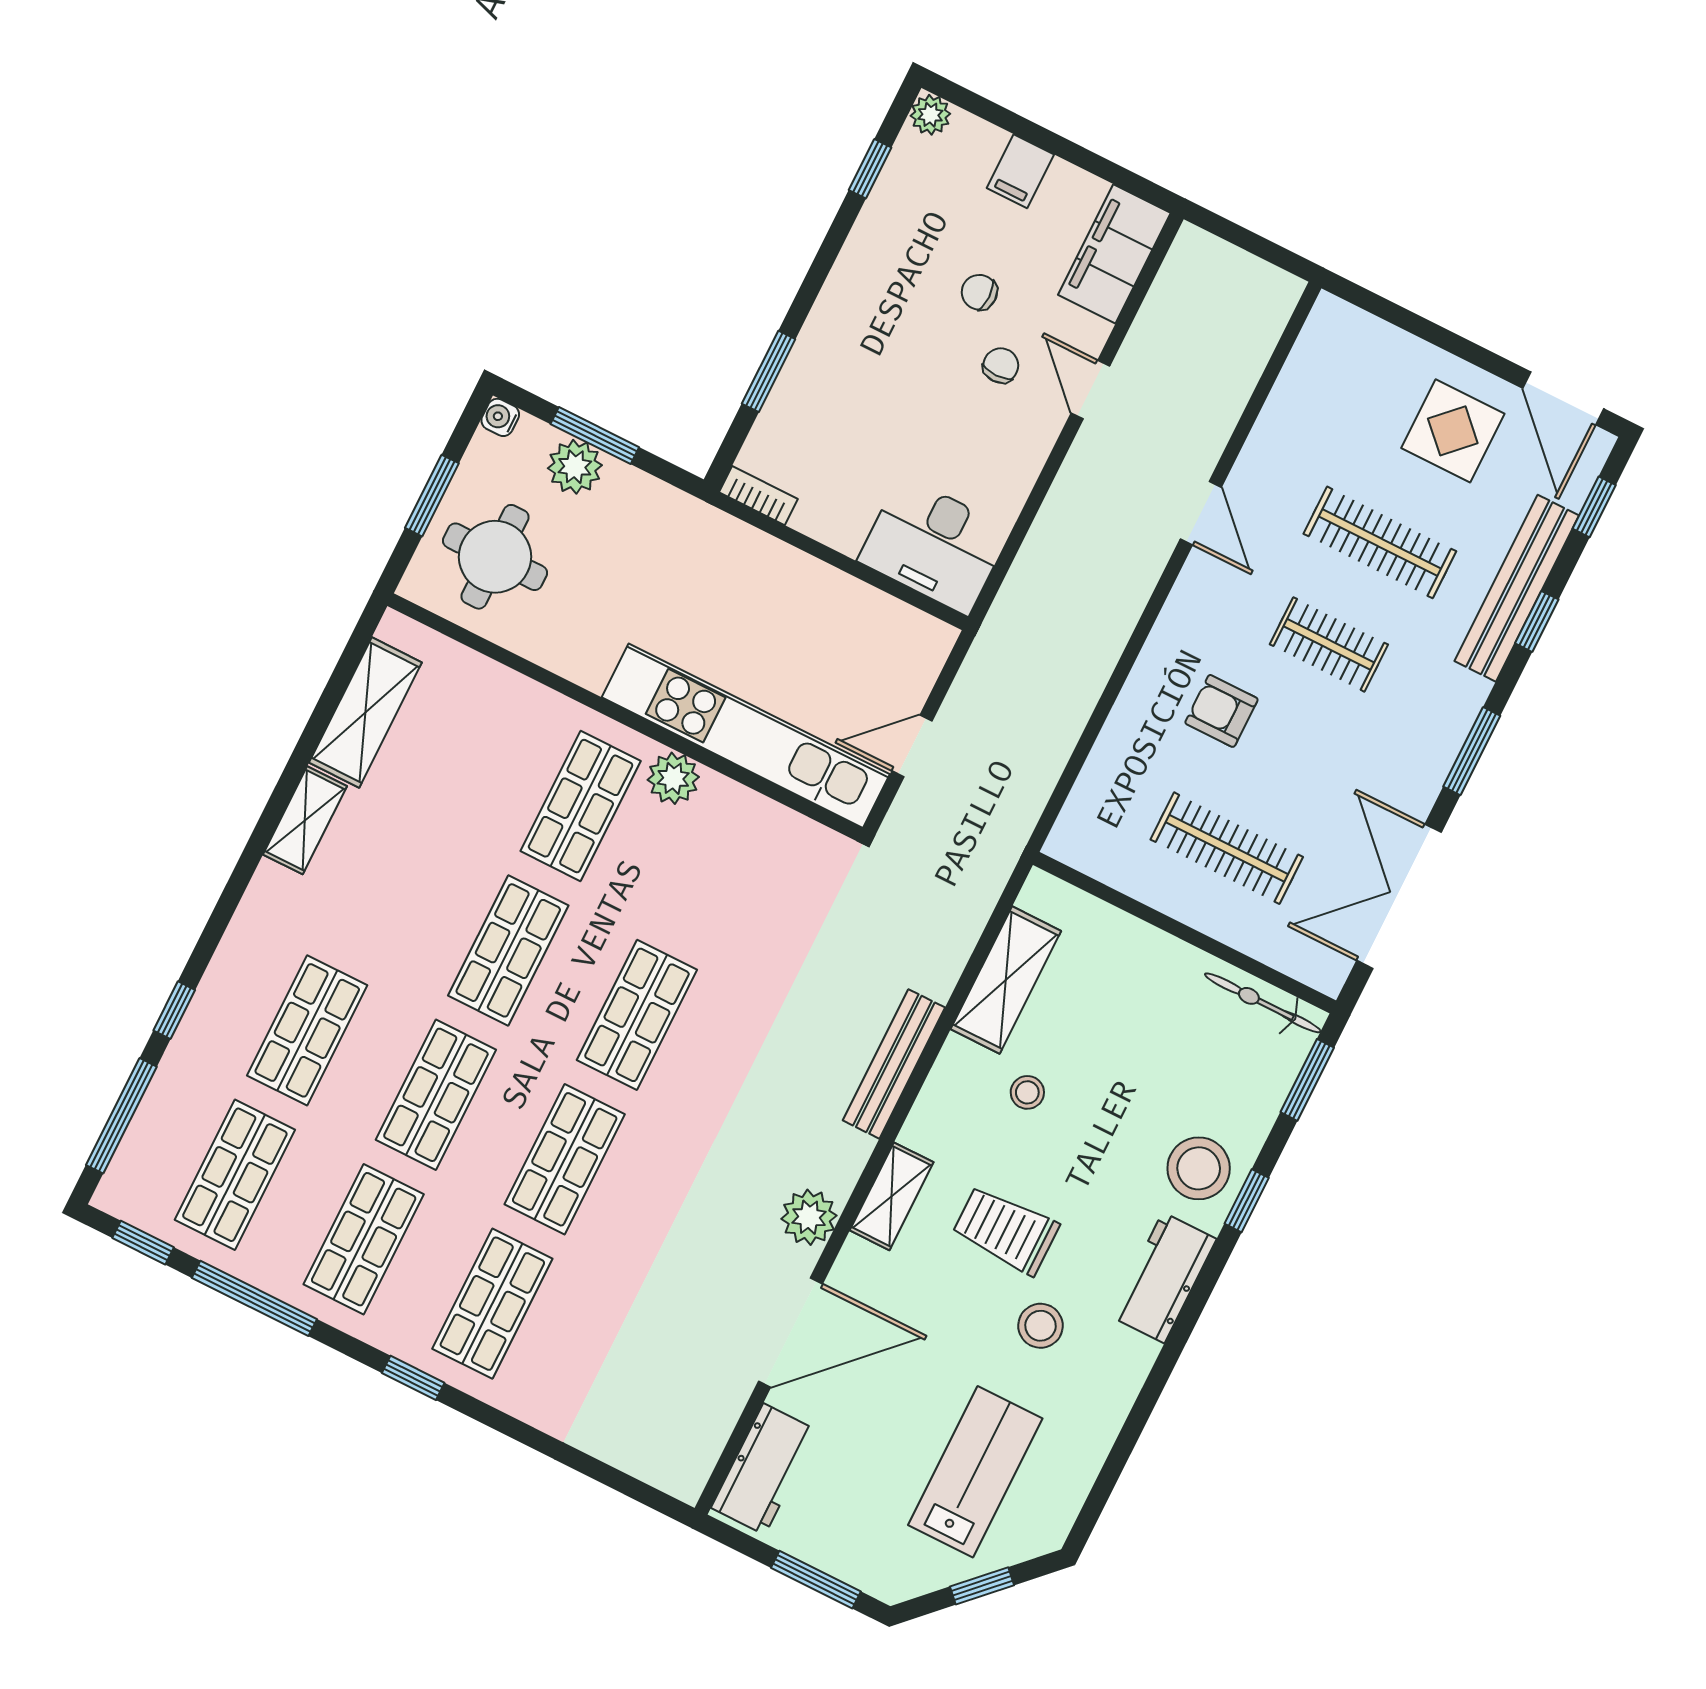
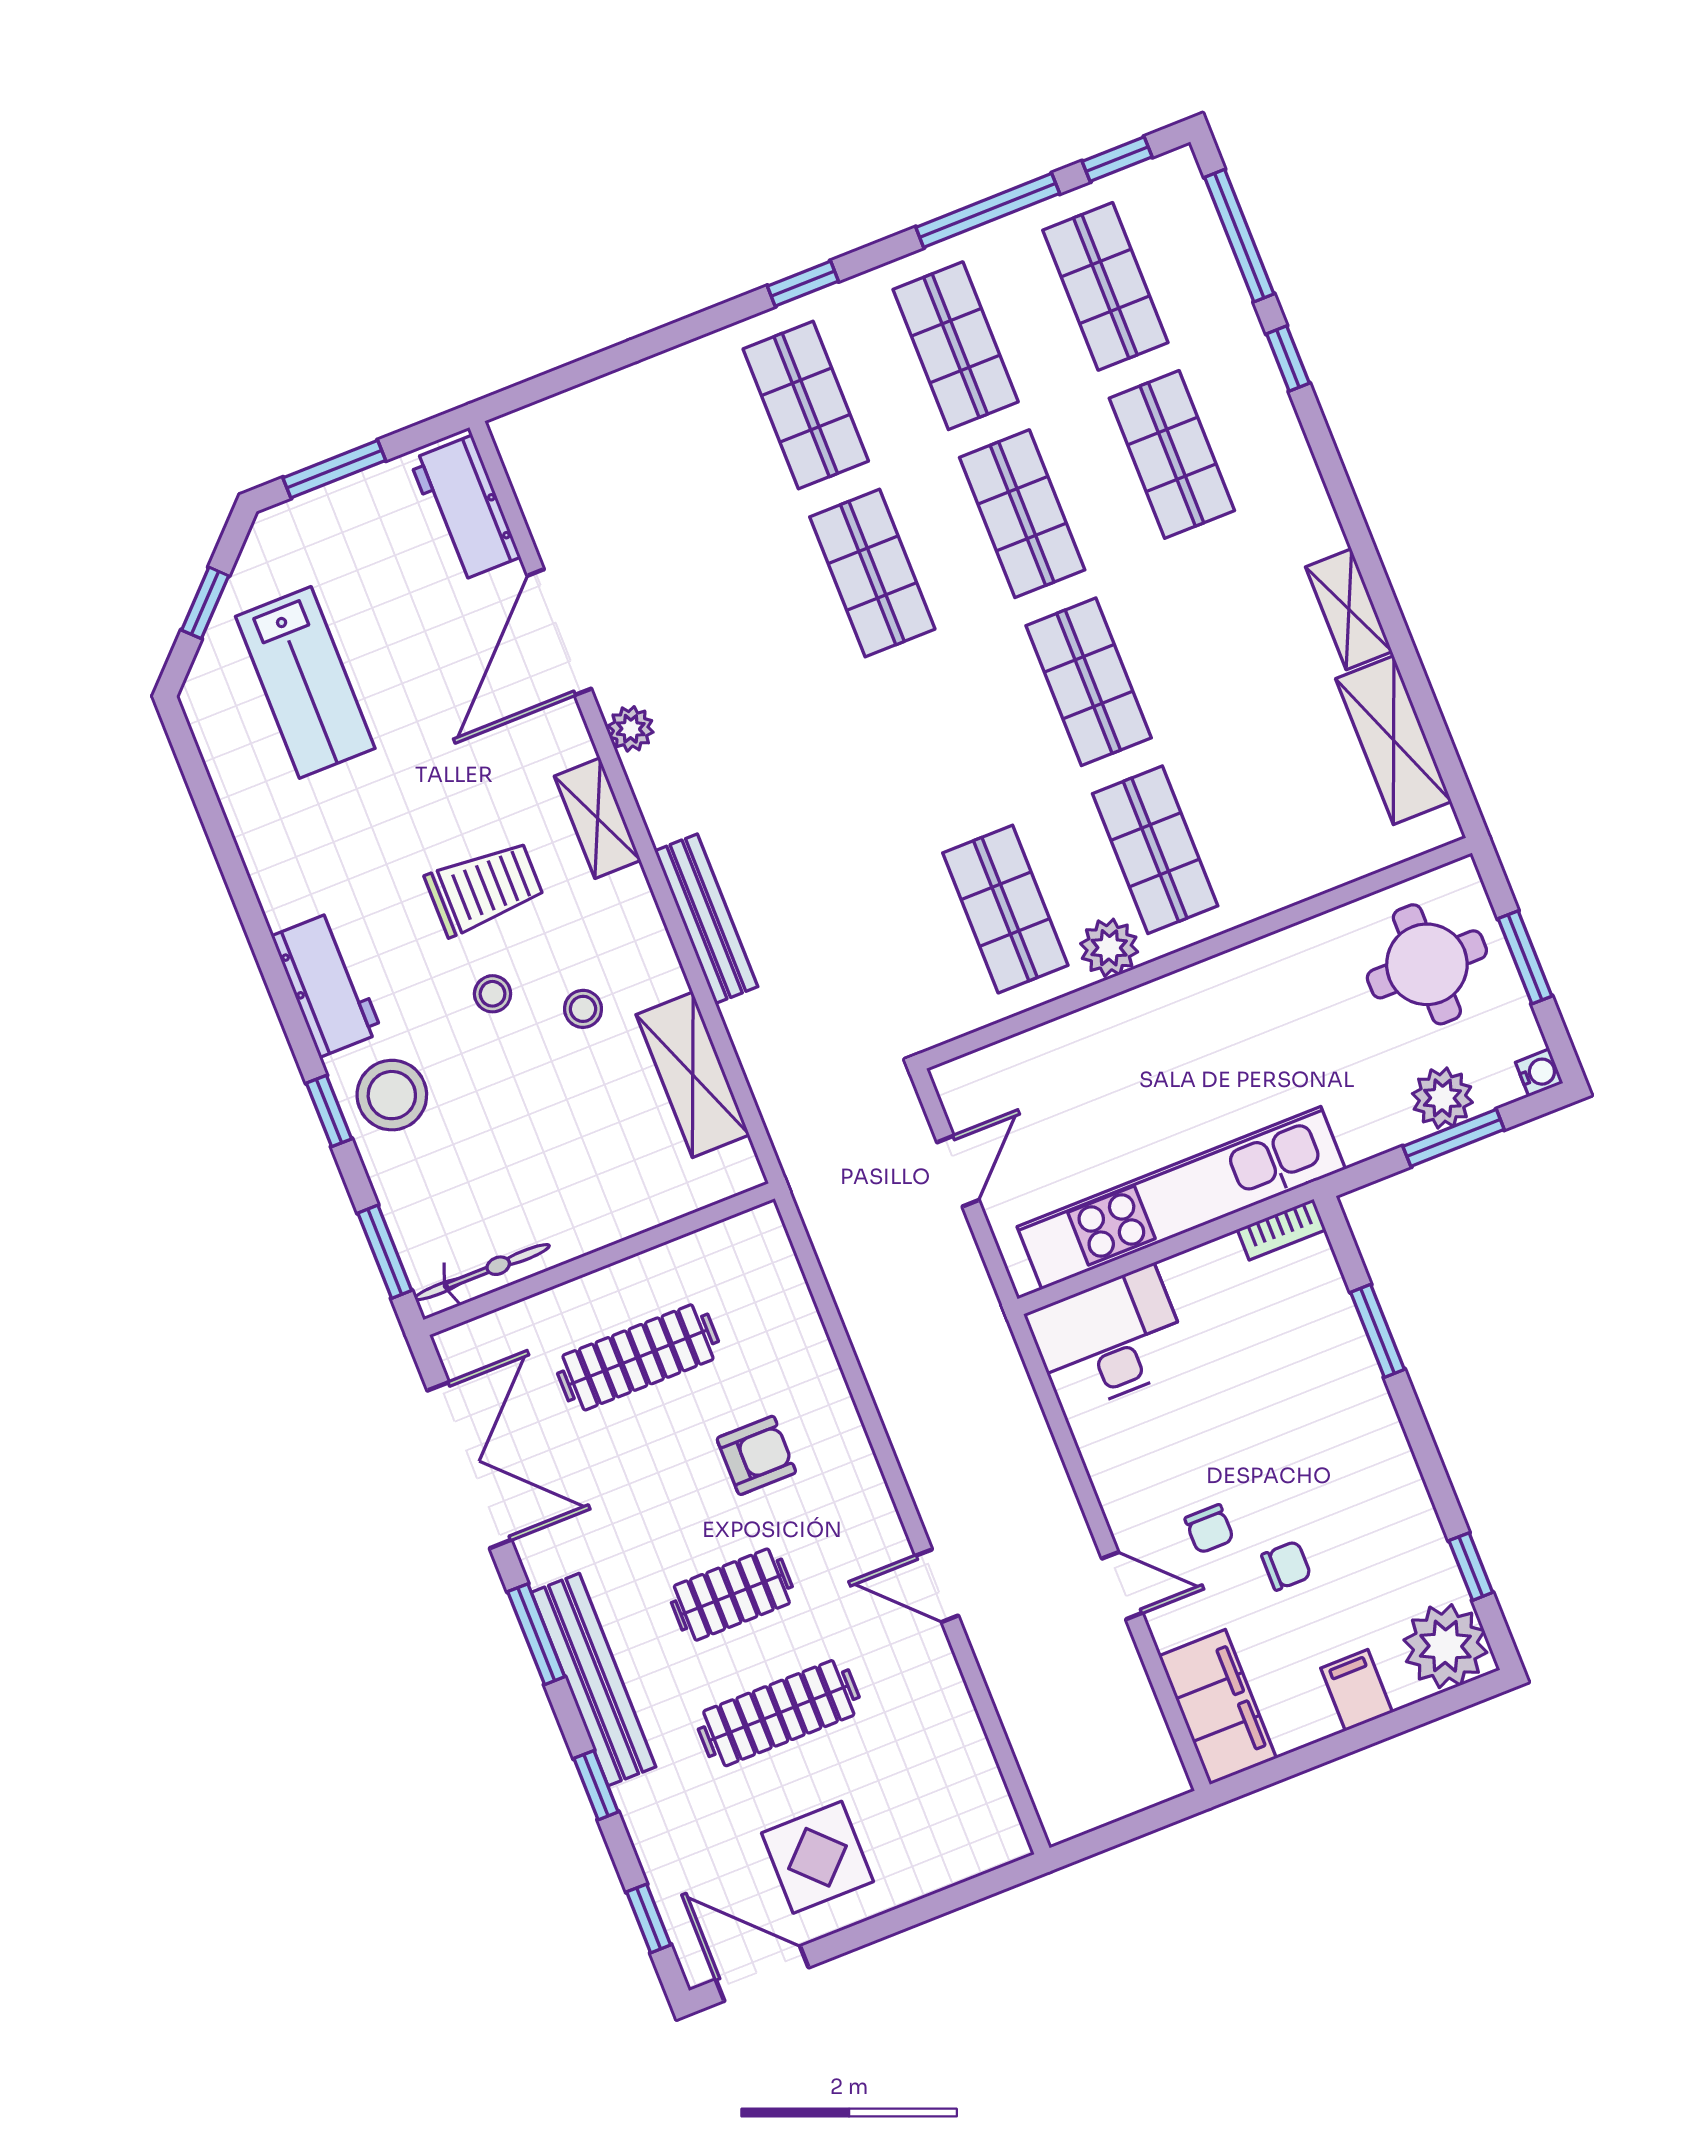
plant: (930, 115) -> (1445, 1646), width x1.87, depth x1.87
bench: (1517, 588) -> (594, 1680), moved
kitchen unit: (746, 736) -> (1181, 1198), moved, turned 180
shop shelf: (637, 1015) -> (1005, 909), moved
plant: (809, 1217) -> (631, 729), width x0.73, depth x0.73
stool: (1040, 1326) -> (493, 994), moved, width x0.73, depth x0.73

